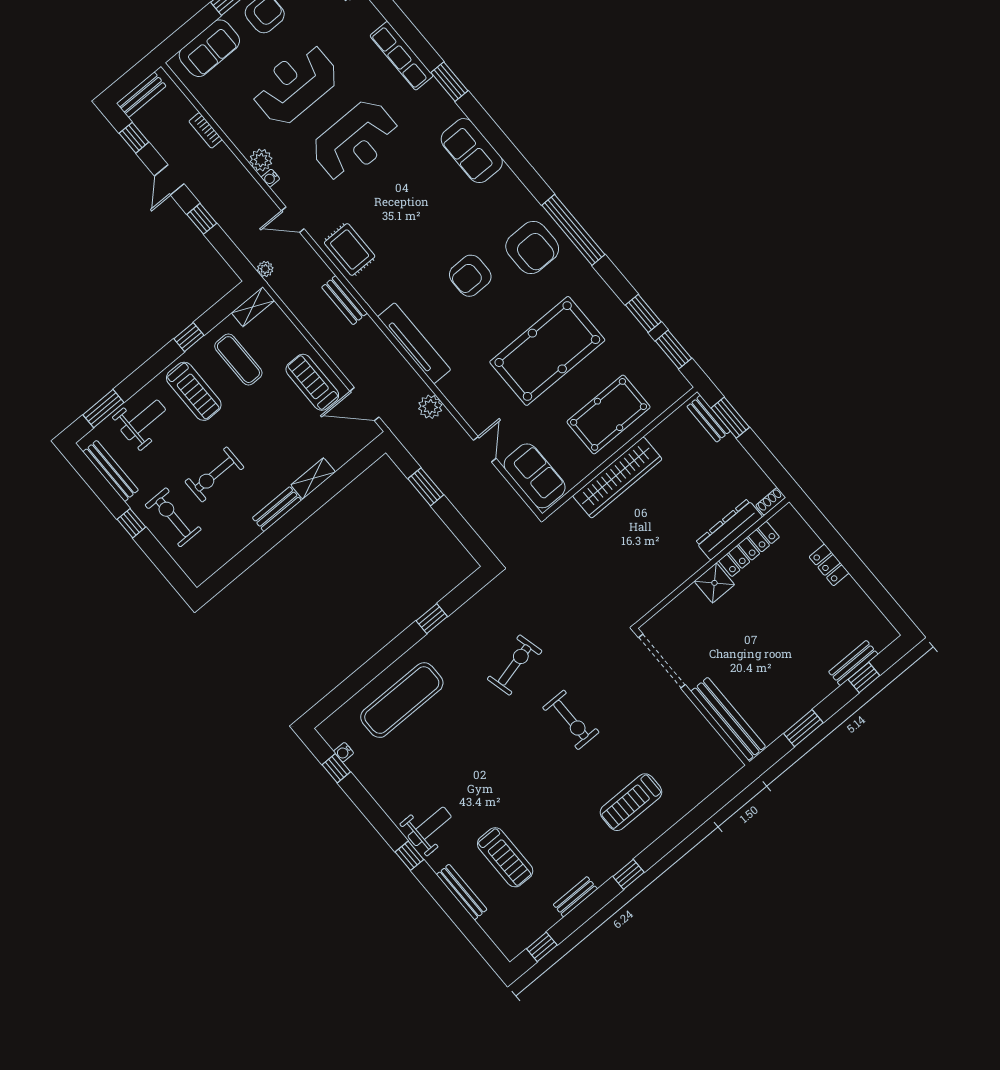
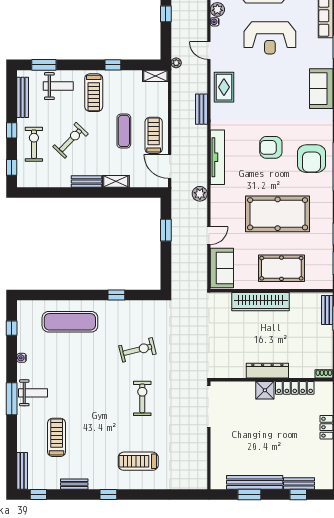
exercise mat: (238, 360) -> (124, 131), moved
exercise bike: (214, 474) -> (70, 140), turned 134
dresser: (729, 529) -> (267, 371), moved
window: (170, 569) -> (12, 167), added
bench: (728, 719) -> (255, 482), moved, turned 90
exercise bike: (571, 720) -> (142, 398), turned 180
water cooler: (344, 752) -> (22, 358), moved
window: (409, 856) -> (12, 399), width x2.17
treadmill: (505, 857) -> (57, 437), turned 180
bench: (462, 892) -> (22, 471), moved

